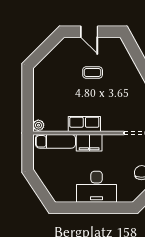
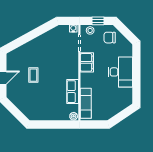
row of seats: (84, 124) -> (73, 92), moved
filing cabinet: (89, 143) -> (87, 62), moved

